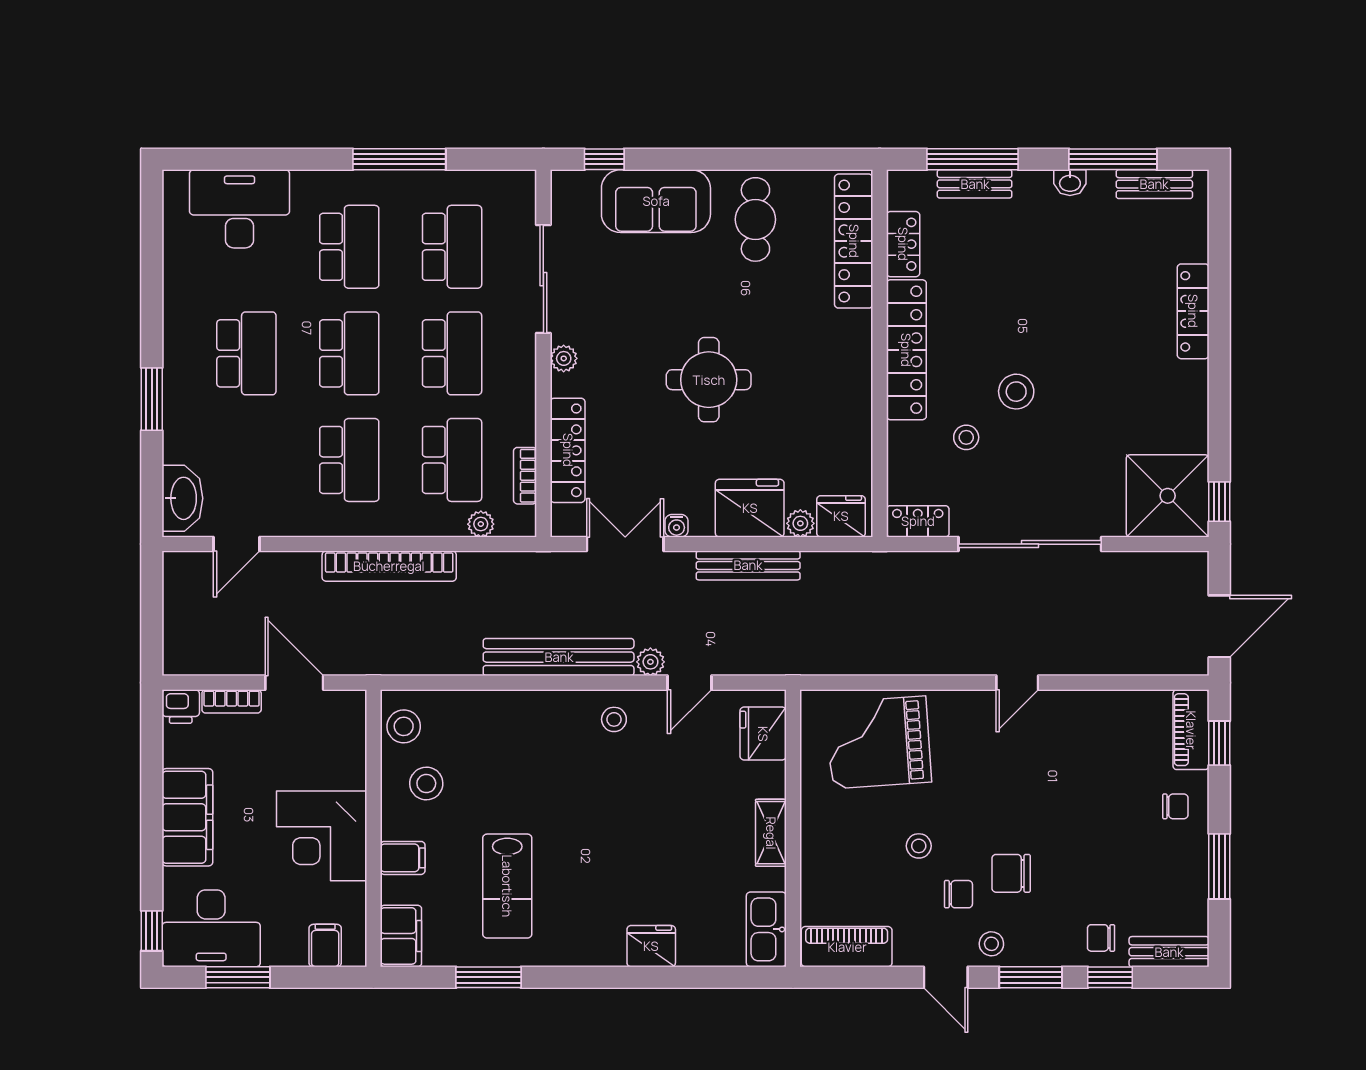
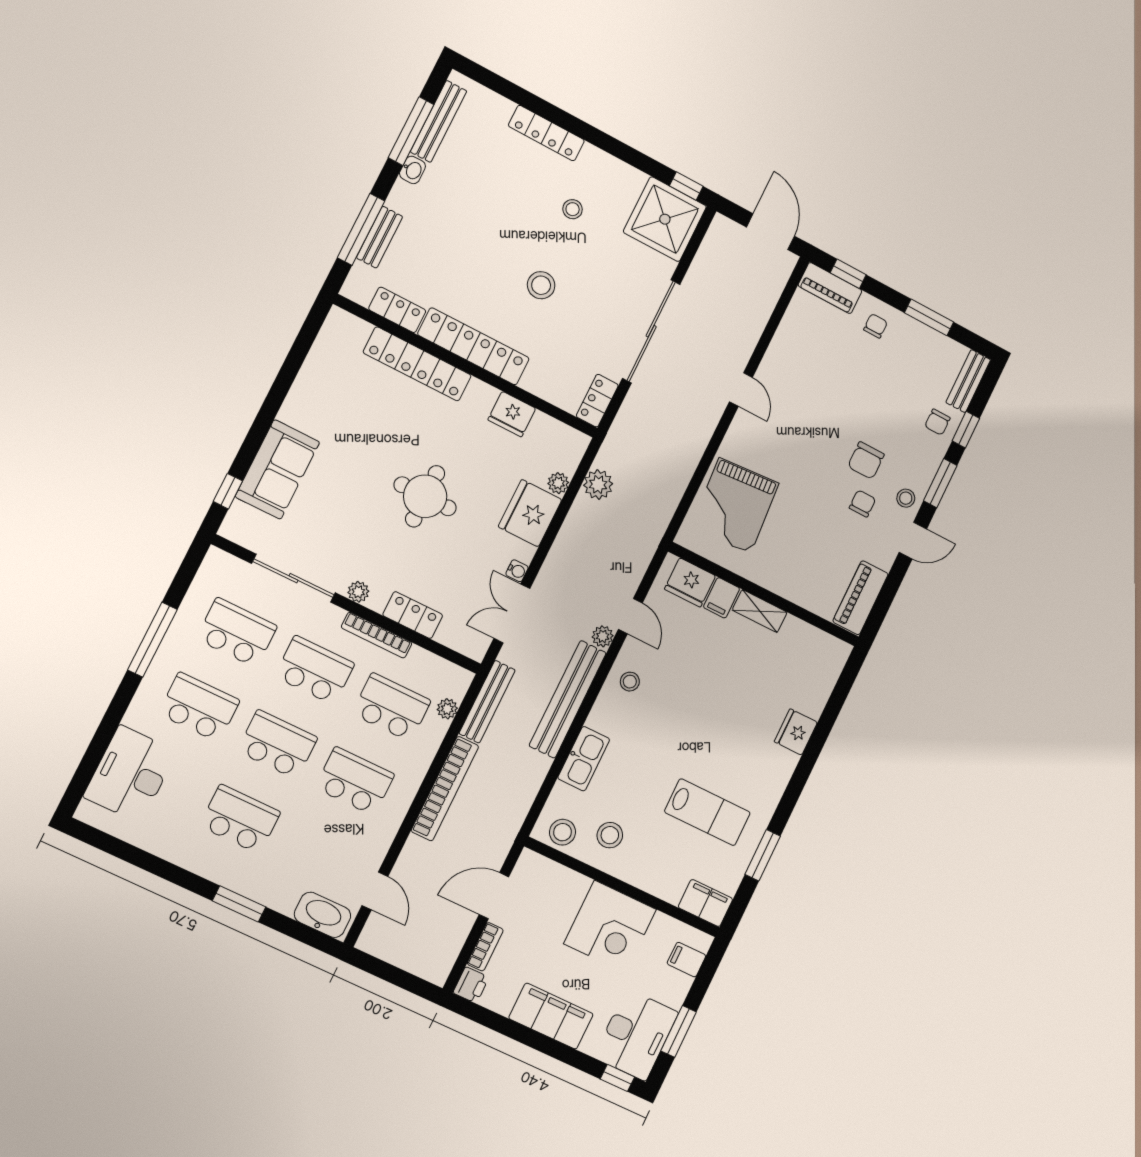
bench: (1154, 184) -> (439, 121), width x1.36
cafe table: (755, 219) -> (327, 405), removed
locker: (854, 241) -> (417, 364), moved
stool: (966, 437) -> (573, 209), moved
locker: (568, 450) -> (413, 615), width x0.66
bookcase: (525, 476) -> (377, 635), moved, width x1.56
fridge: (841, 516) -> (512, 414), moved, turned -90
bench: (748, 565) -> (487, 702), moved
plant: (822, 570) -> (598, 485), added
stool: (919, 846) -> (817, 514), removed
filing cabinet: (403, 858) -> (722, 598), moved, turned 180
kitchen sink: (766, 929) -> (584, 759), moved, turned -90

